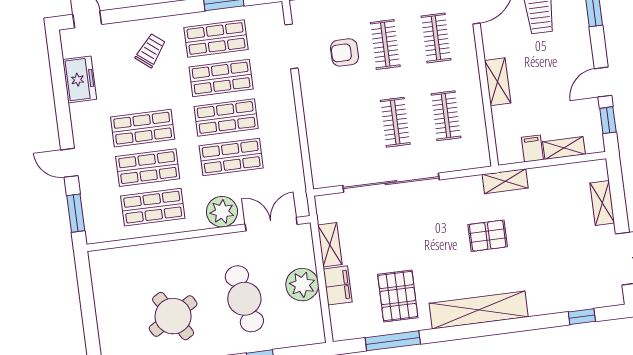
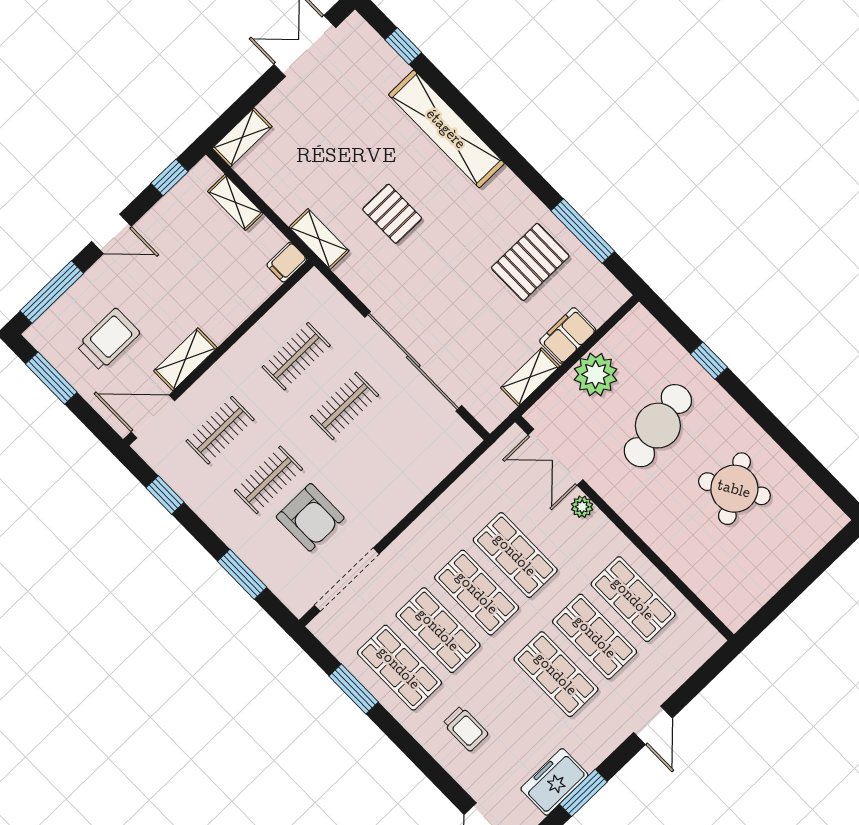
doorway: (291, 46) -> (347, 580), width x1.36
trolley: (151, 51) -> (466, 729), turned -128
armchair: (345, 52) -> (310, 517), width x1.38, depth x1.38
shelving: (498, 82) -> (185, 359), moved
door: (603, 82) -> (111, 234), moved
filing cabinet: (532, 149) -> (287, 262), moved
shelving: (602, 203) -> (242, 137), moved
plant: (222, 212) -> (582, 507), width x0.53, depth x0.53
window: (76, 213) -> (583, 793), moved
shelving: (479, 310) -> (446, 129), moved

